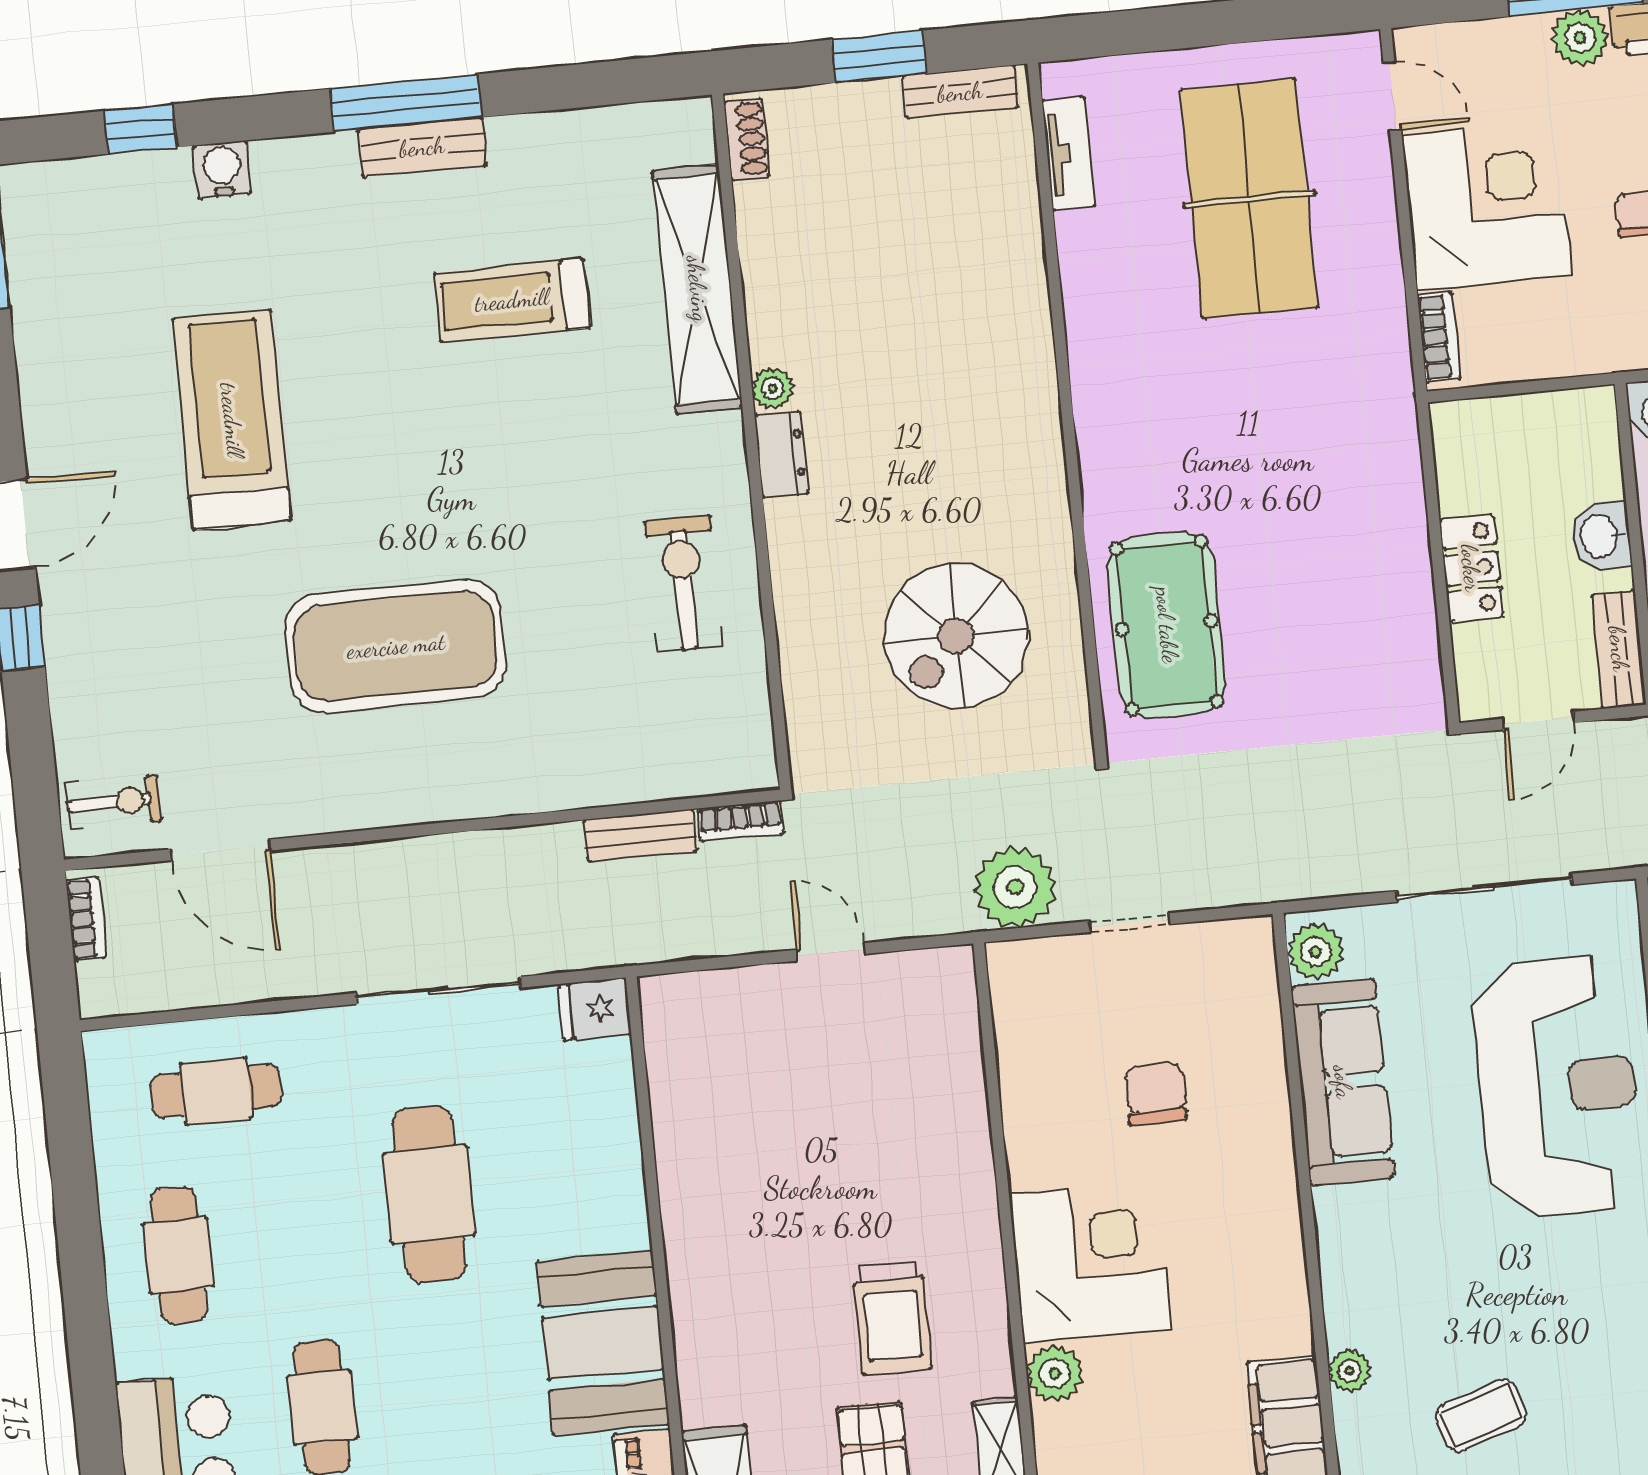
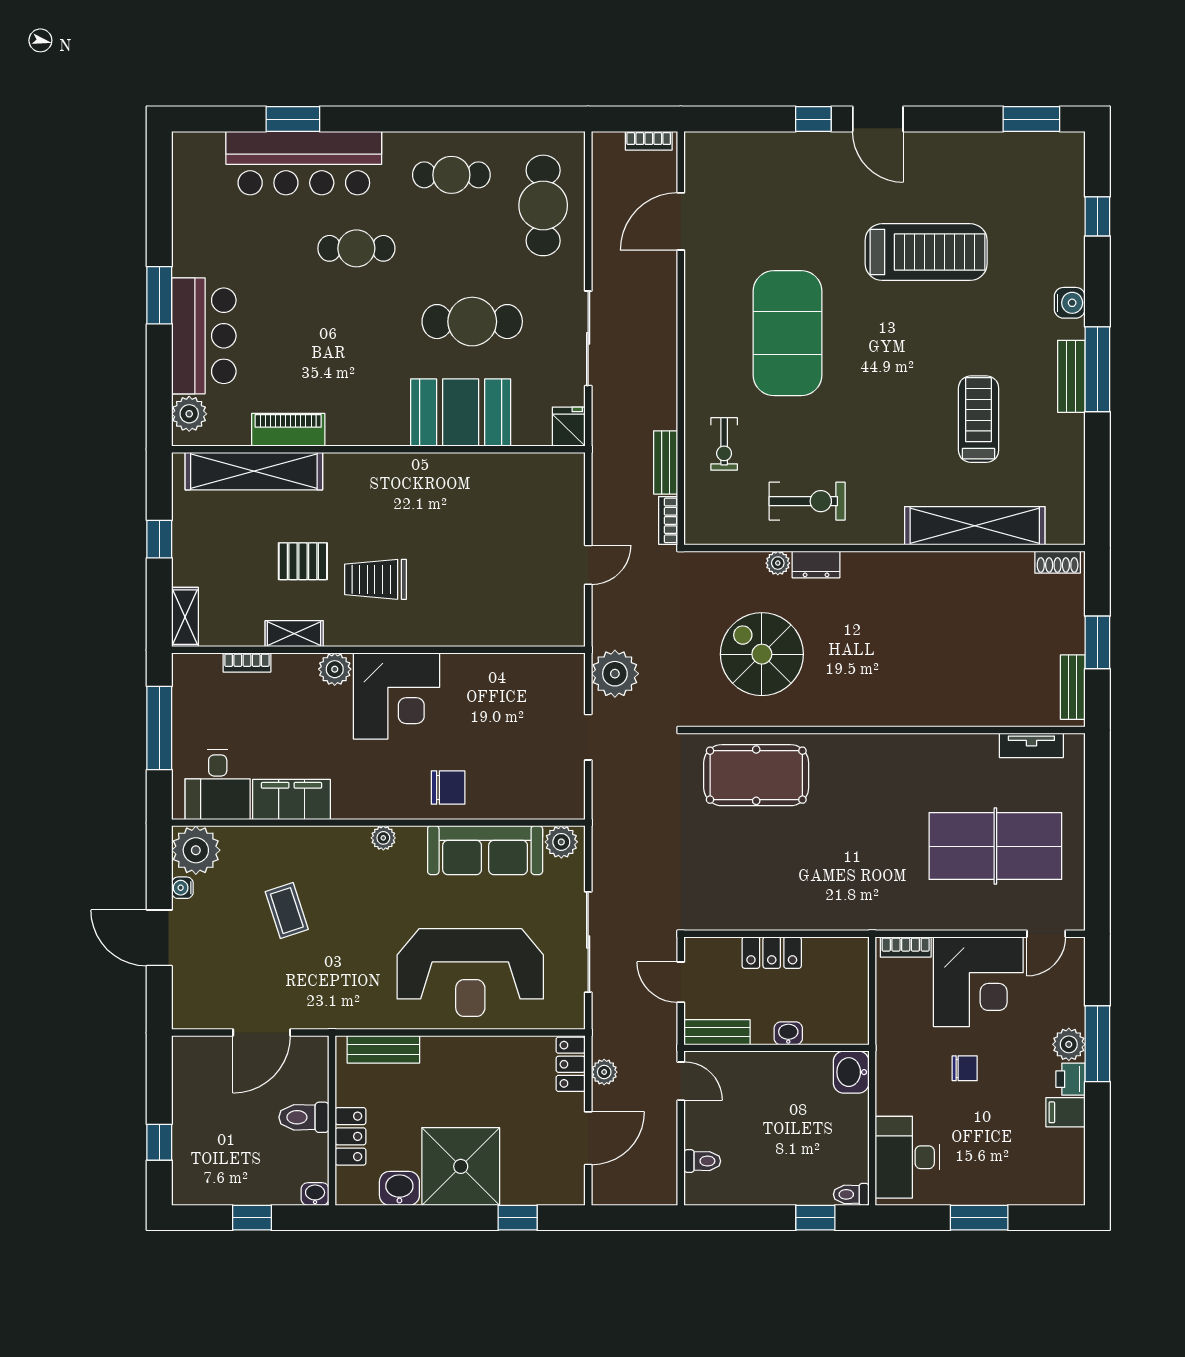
water cooler: (222, 169) -> (1070, 303), moved
plant: (773, 388) -> (778, 563), moved
dresser: (781, 454) -> (816, 564), moved
washbasin: (1601, 536) -> (788, 1033), width x0.72, depth x0.69
exercise bike: (114, 802) -> (724, 444), moved
cafe table: (216, 1091) -> (543, 205), width x1.37, depth x1.35
chair: (1156, 1094) -> (448, 787), moved
booth: (603, 1343) -> (461, 413), moved
plant: (1350, 1371) -> (383, 838), moved

